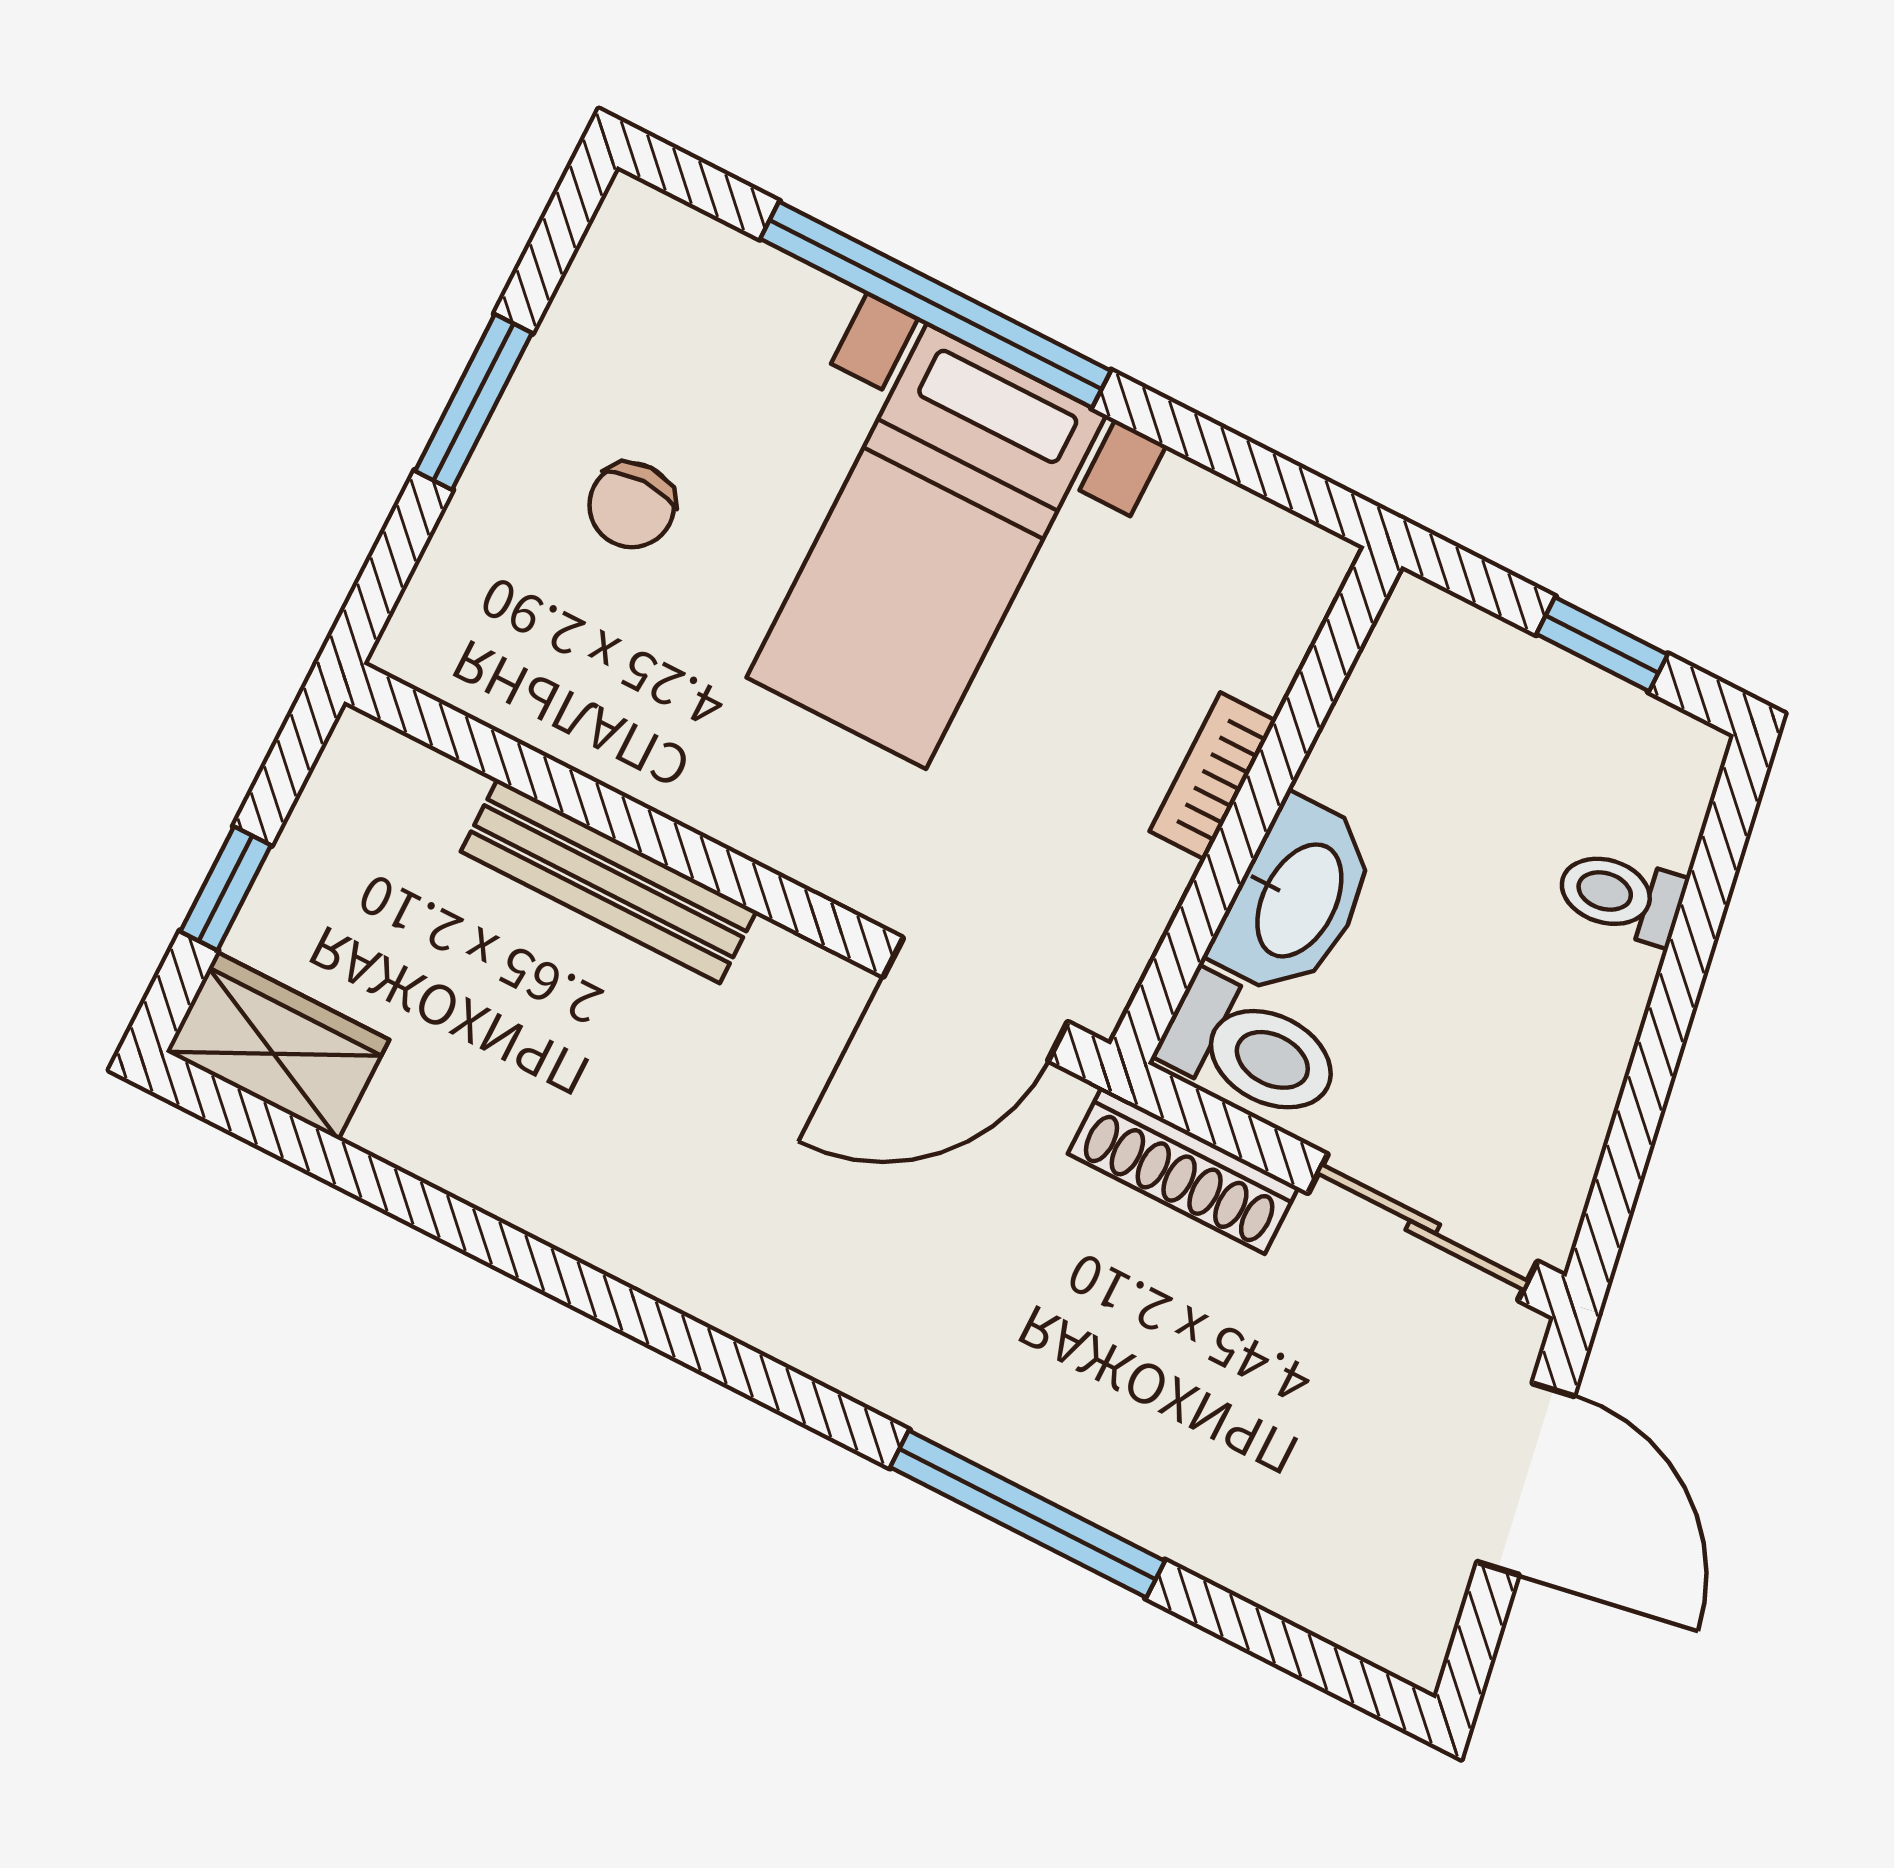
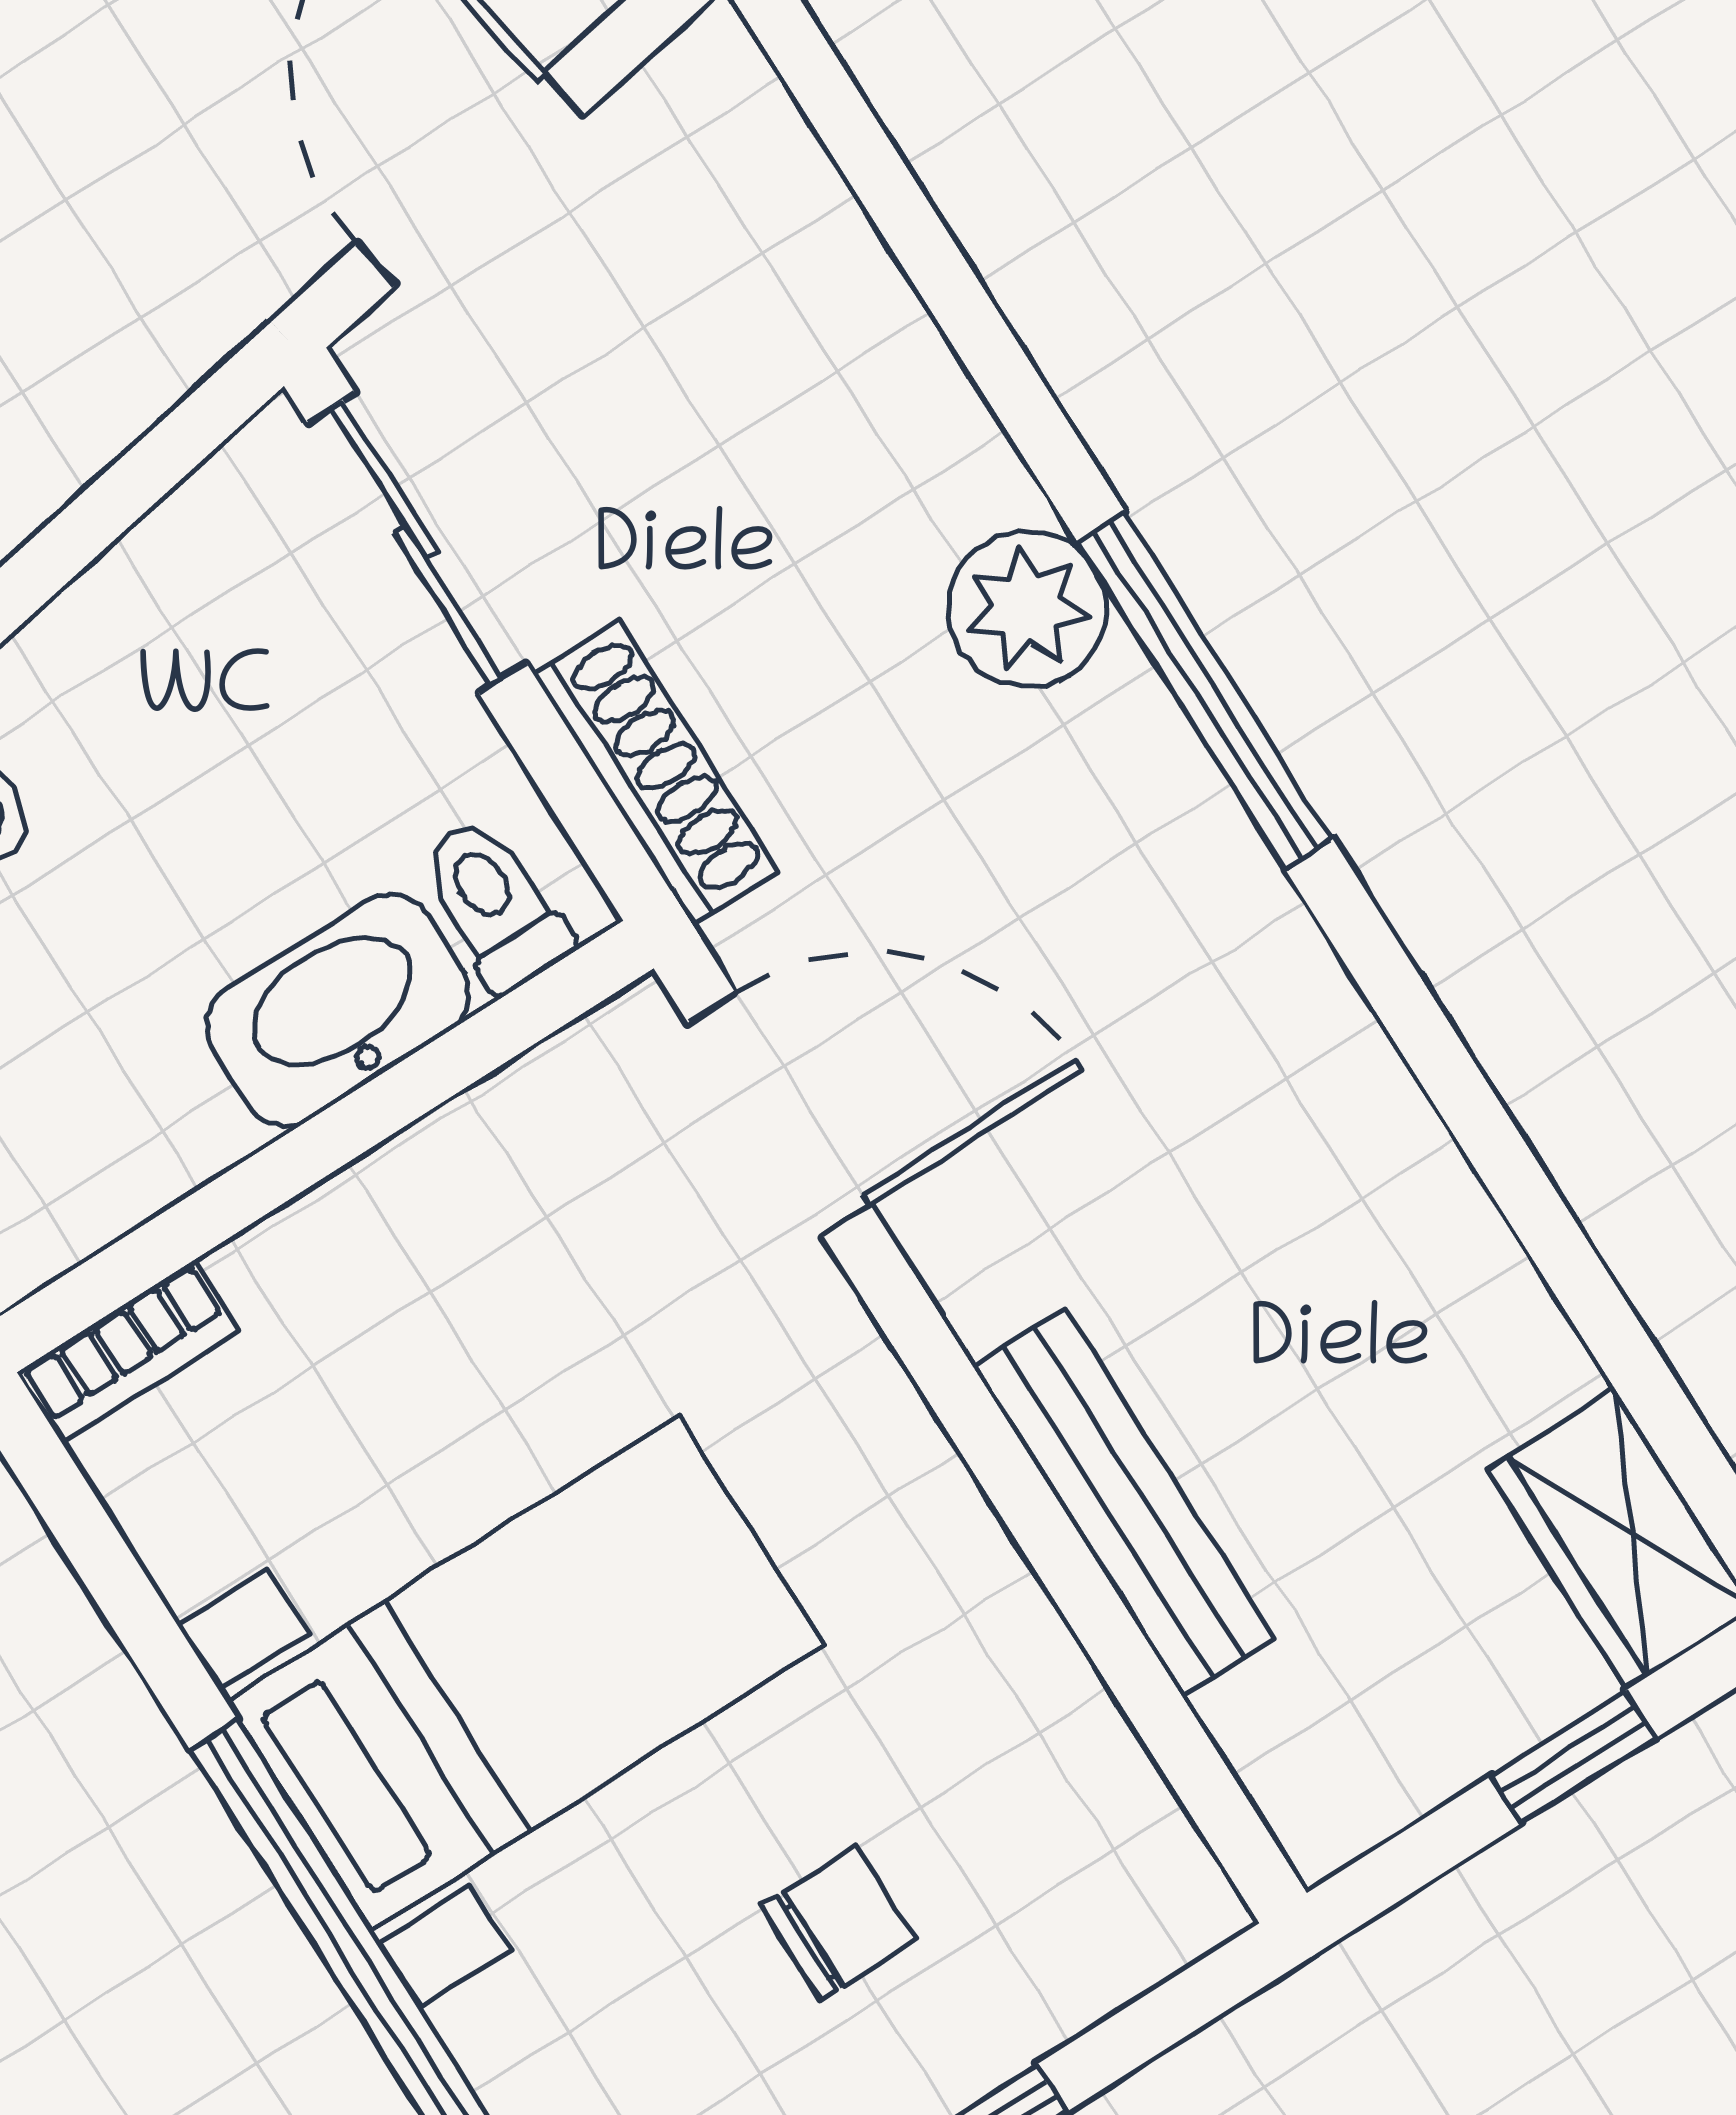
bookcase: (1213, 776) -> (128, 1351), moved
toilet: (1251, 1049) -> (495, 904), width x0.73, depth x0.72
plant: (1008, 1415) -> (1027, 609), added
window: (1028, 1514) -> (1205, 690), moved

